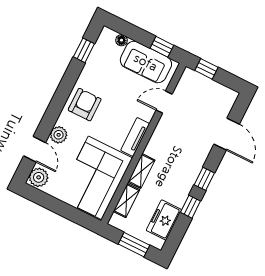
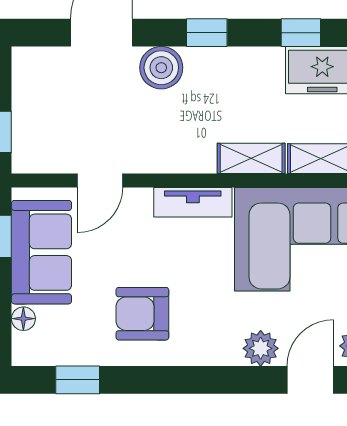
door: (164, 102) -> (100, 180), hinge flipped
armchair: (85, 105) -> (142, 314), moved
boiler: (199, 152) -> (161, 68), added
window: (190, 207) -> (301, 33), moved

